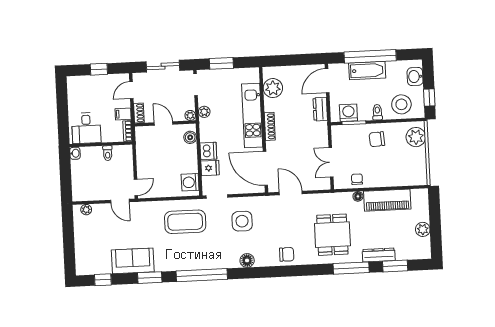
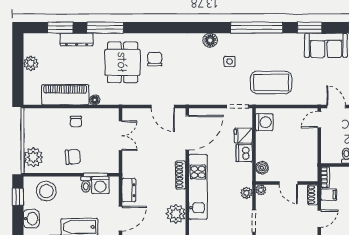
toilet: (377, 112) -> (86, 184), moved
door: (265, 168) -> (187, 133), hinge flipped
chair: (357, 179) -> (76, 122), moved
side table: (242, 221) -> (230, 61), moved, width x0.54, depth x0.54
chair: (287, 254) -> (155, 59), moved, turned 90

